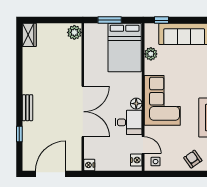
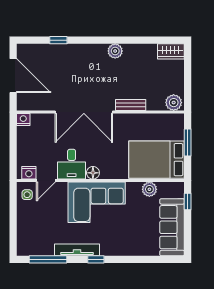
plant: (29, 84) -> (115, 51), added
bench: (27, 108) -> (131, 105), moved
armchair: (193, 159) -> (30, 237), removed

